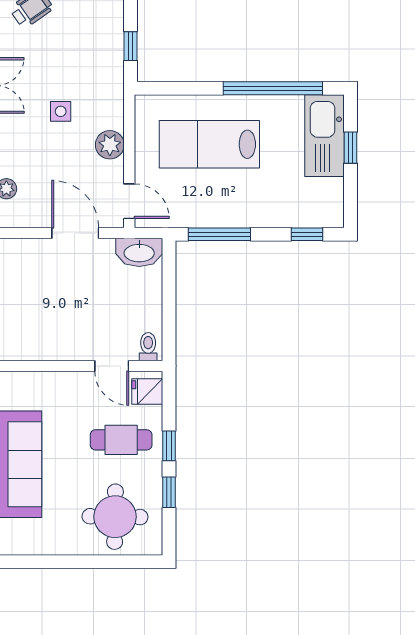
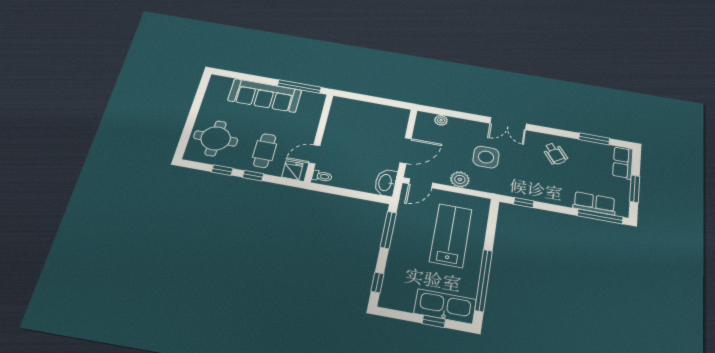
side table: (61, 111) -> (486, 157), width x1.87, depth x1.87

